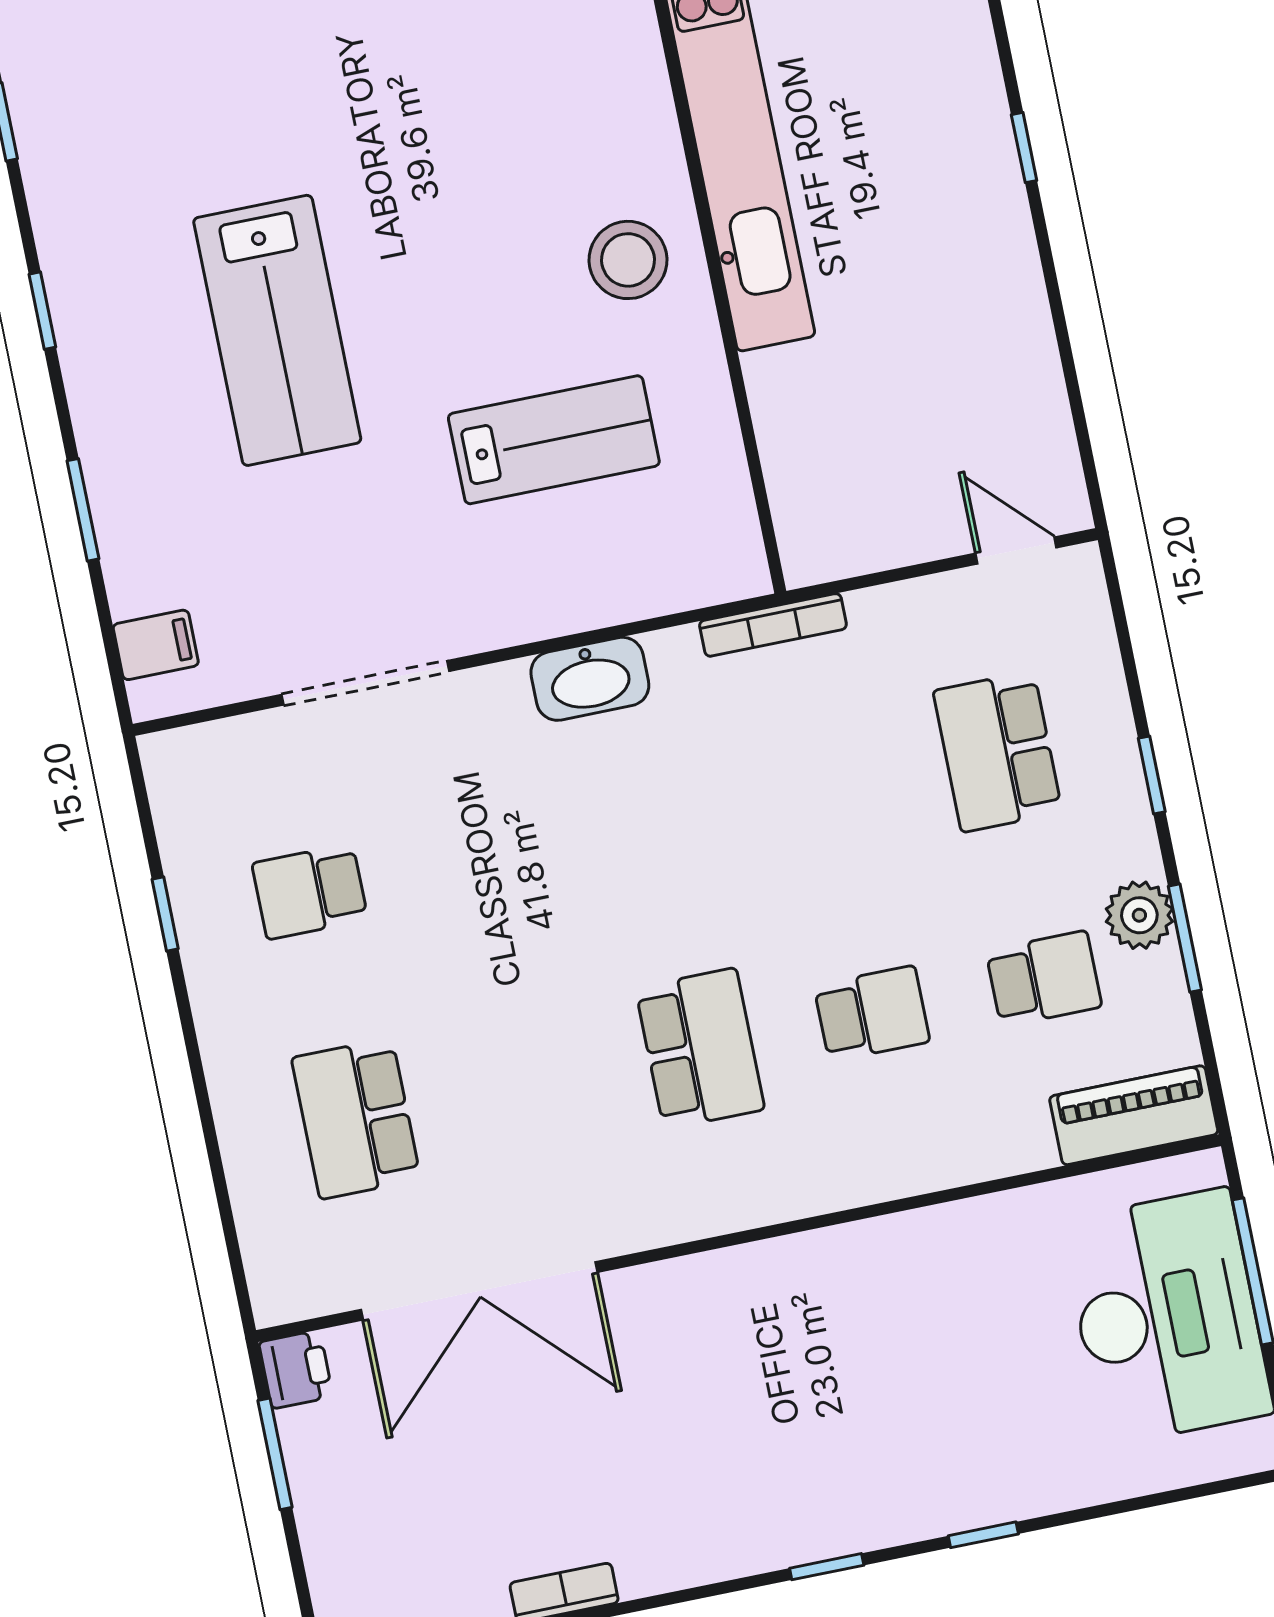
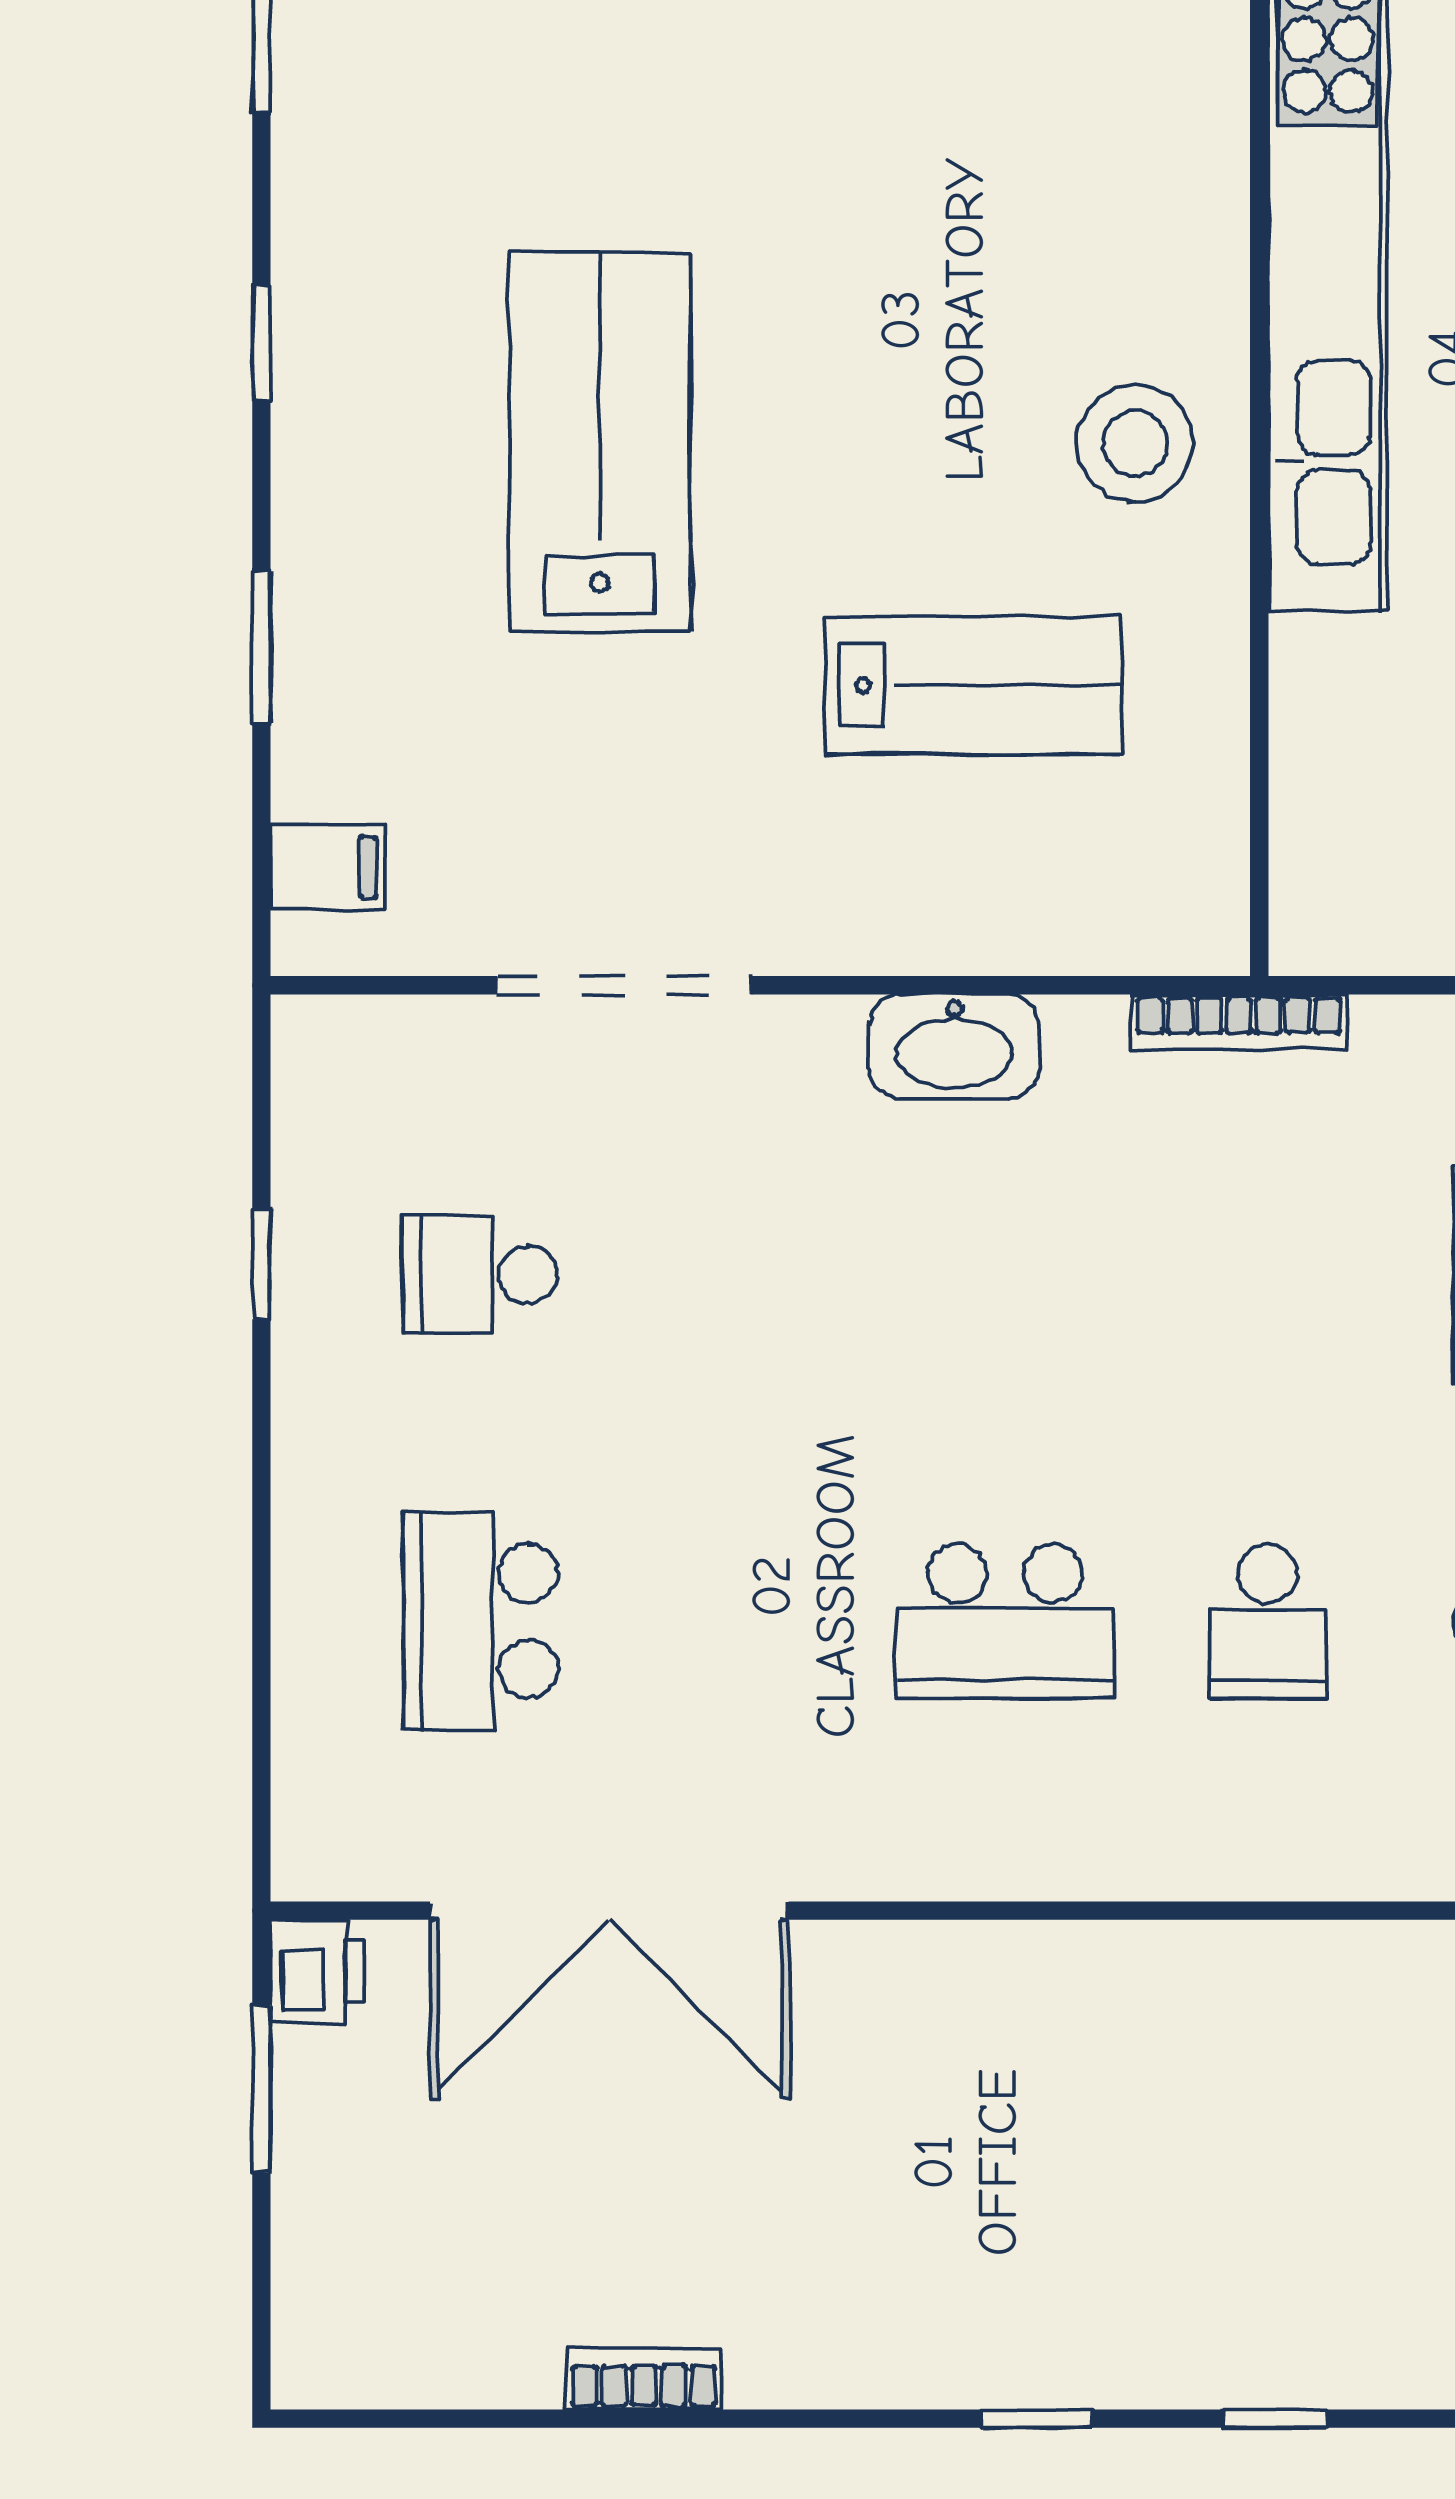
lab bench: (277, 330) -> (600, 442), turned 180
school desk: (872, 1014) -> (1268, 1621), turned 90
school desk: (700, 1049) -> (1005, 1621), turned 90

